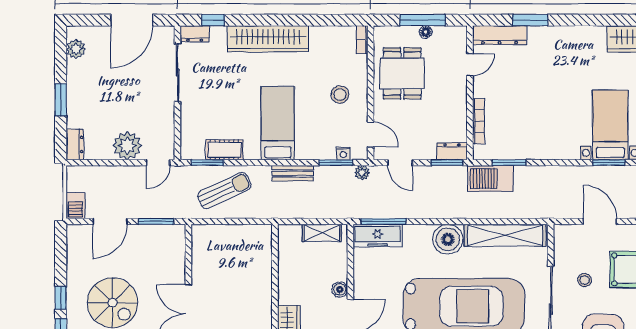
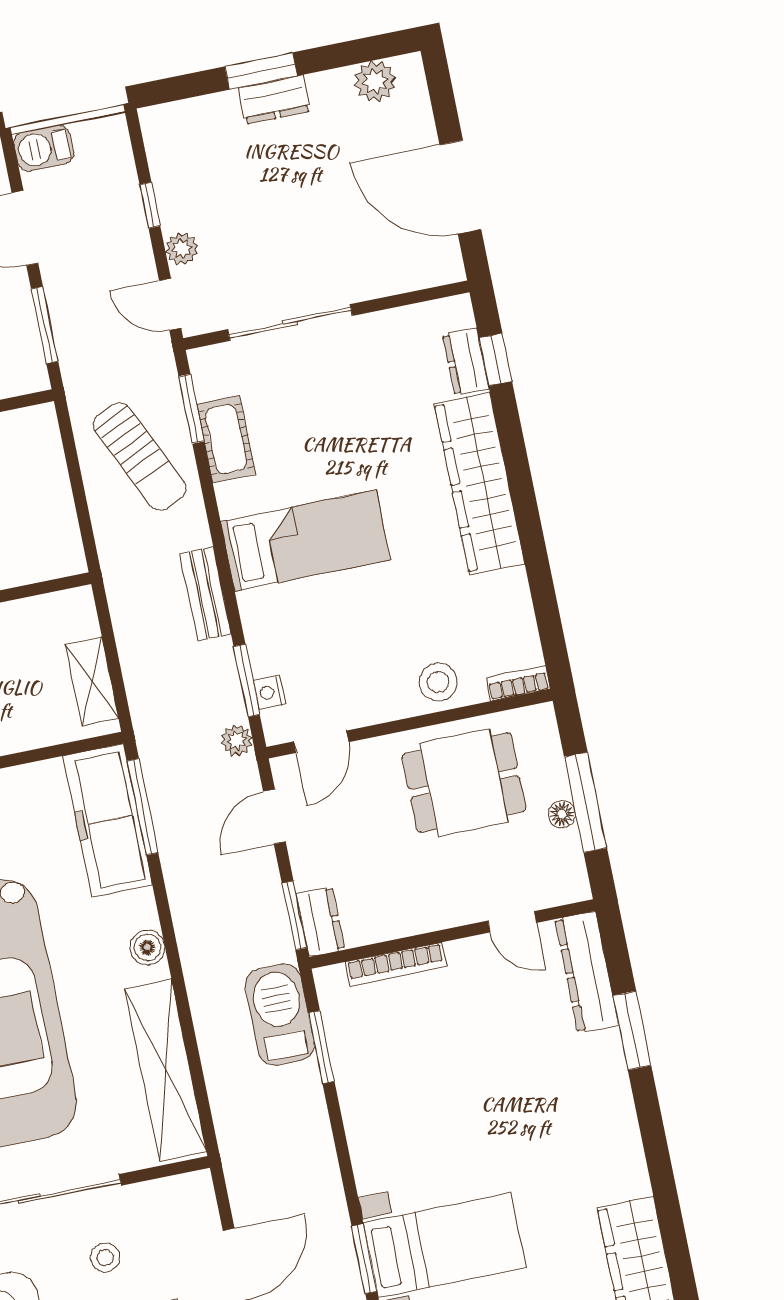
dresser: (195, 34) -> (466, 362), moved
sliding door: (177, 72) -> (290, 323), moved
stool: (340, 95) -> (438, 682), moved
dresser: (75, 144) -> (274, 100), moved
plant: (127, 146) -> (182, 249), width x0.53, depth x0.53
window: (111, 163) -> (150, 205), added
freezer: (378, 236) -> (108, 820), width x1.36, depth x1.26
boiler: (448, 239) -> (147, 947), width x0.54, depth x0.54

